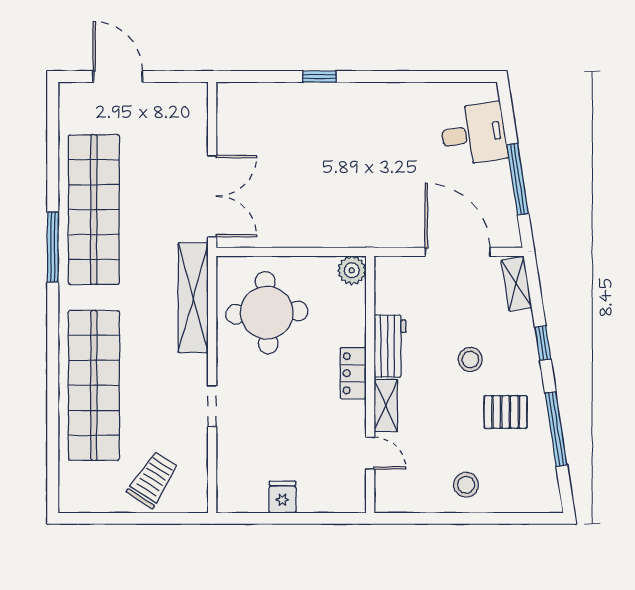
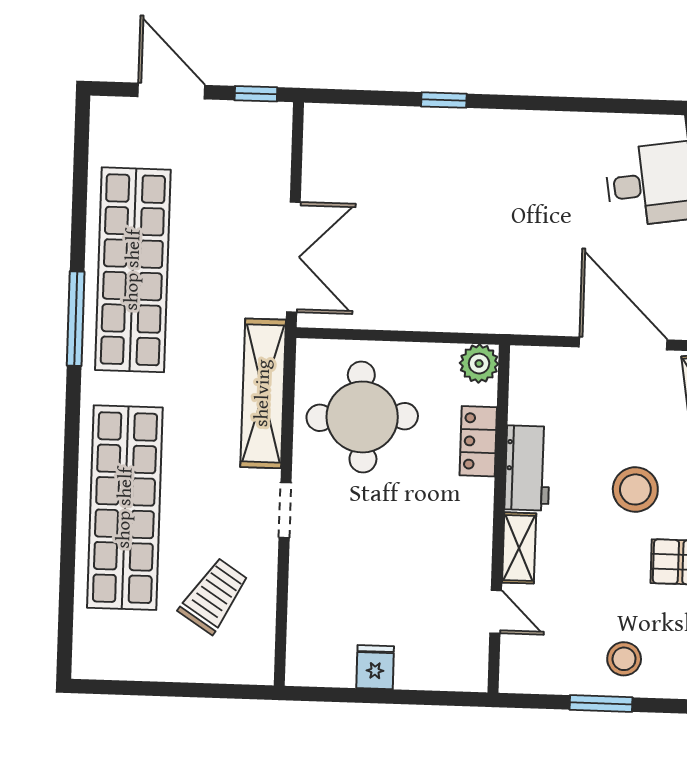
window: (180, 77) -> (256, 94), added
stool: (470, 359) -> (635, 489), width x1.38, depth x1.38
locker: (353, 373) -> (478, 441), moved
doorway: (212, 406) -> (285, 510), moved
trolley: (153, 480) -> (214, 596), moved
window: (450, 518) -> (601, 704), added

